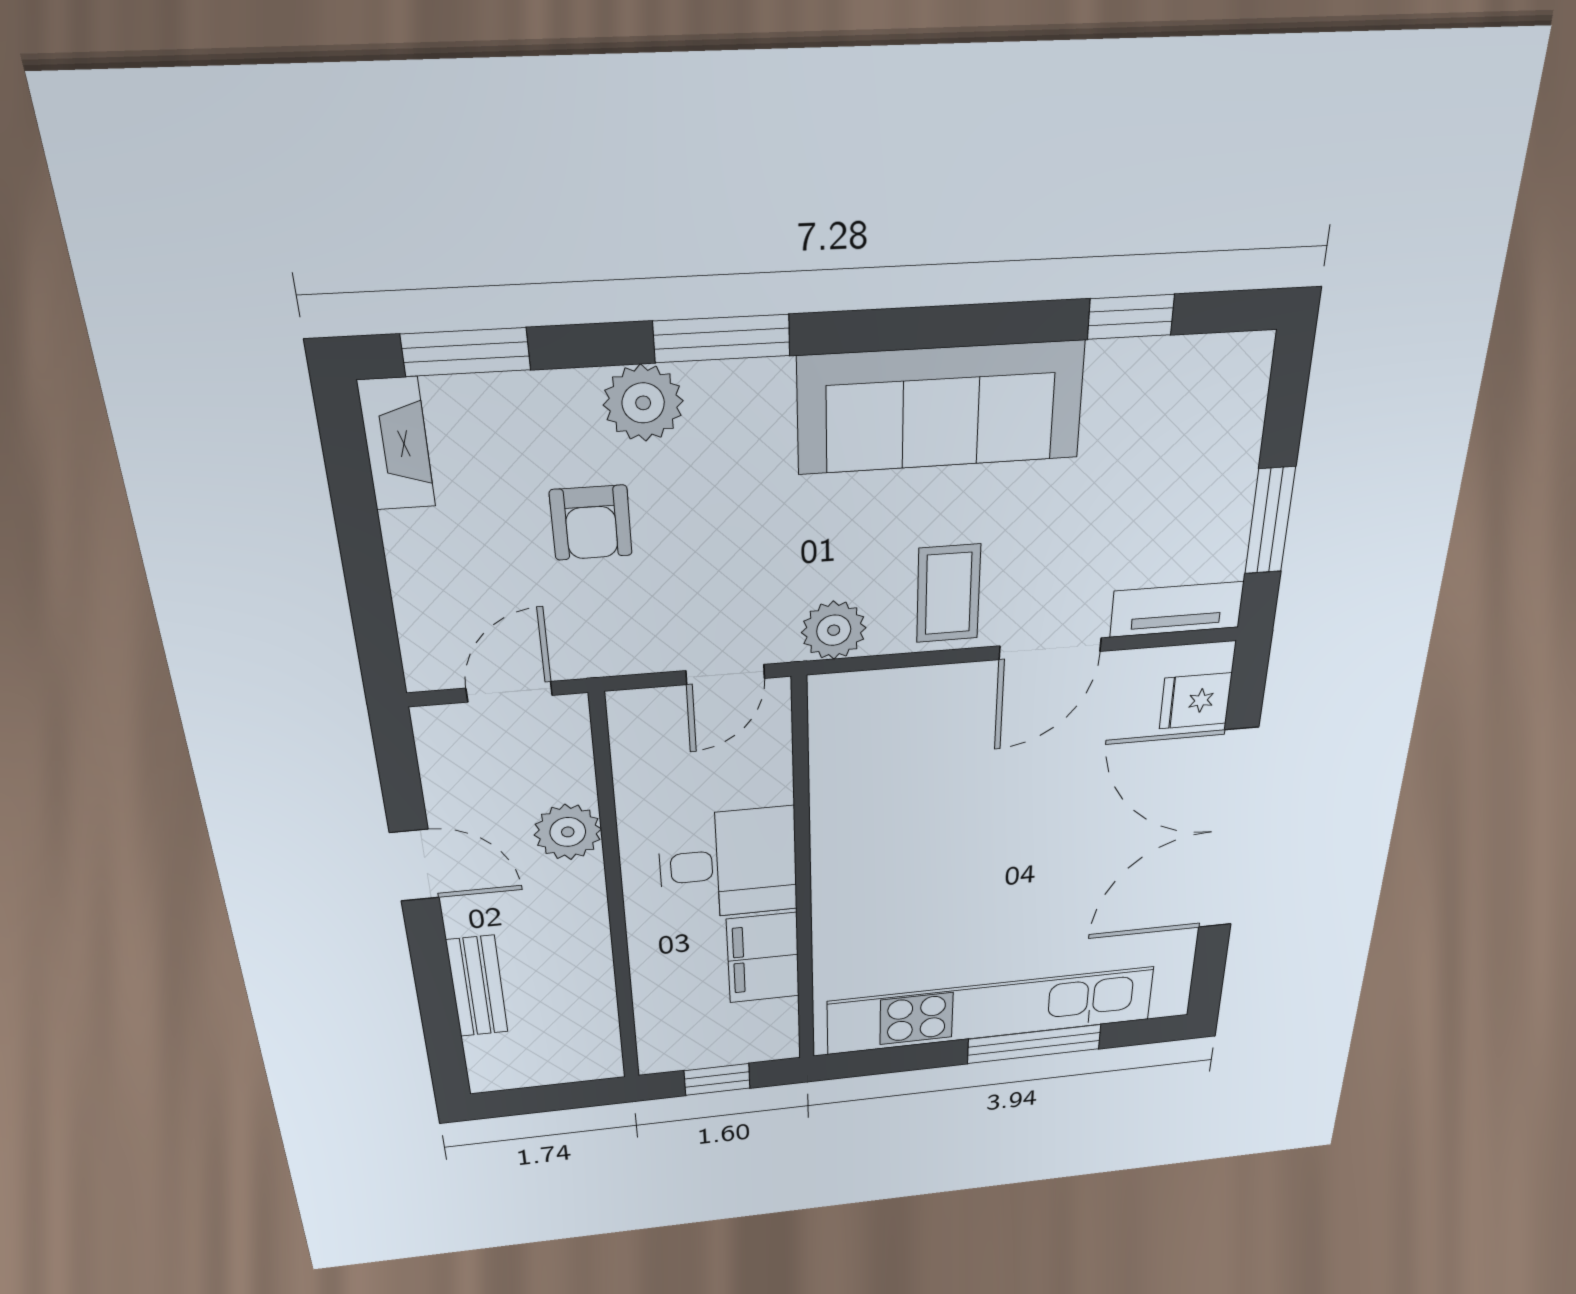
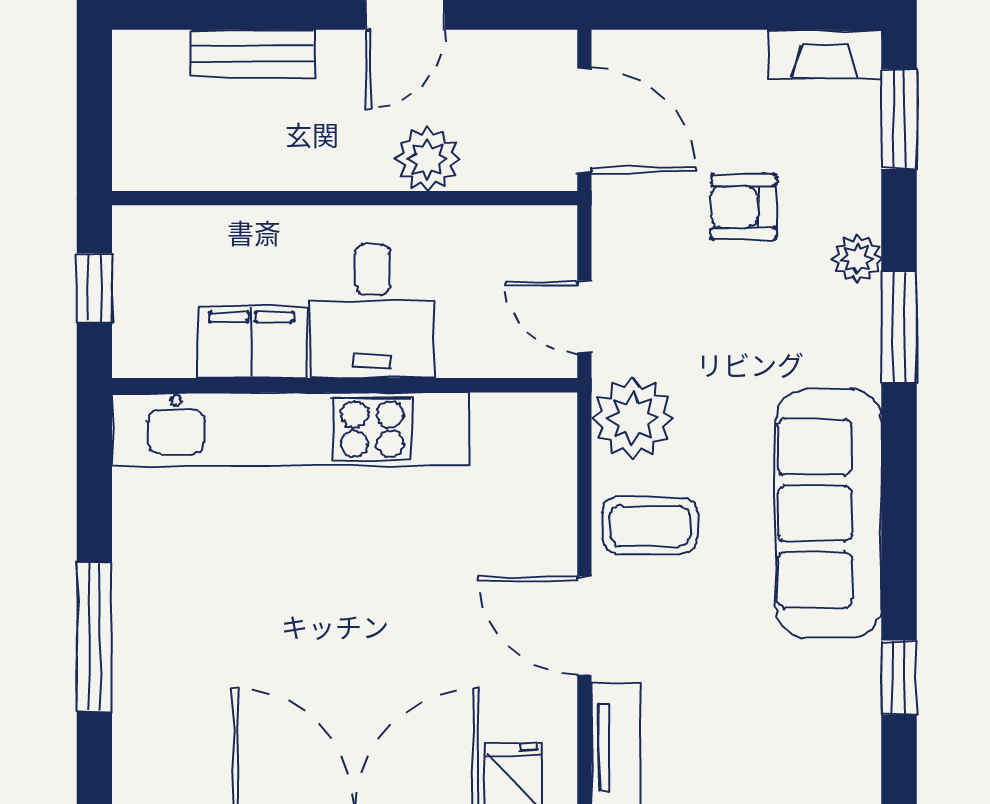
plant: (643, 403) -> (857, 259), width x0.73, depth x0.73
plant: (834, 630) -> (633, 418), width x1.36, depth x1.36
door: (509, 692) -> (584, 120), width x1.38
kitchen unit: (991, 1010) -> (290, 429), moved, turned 90

